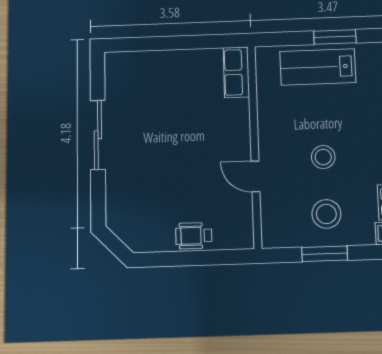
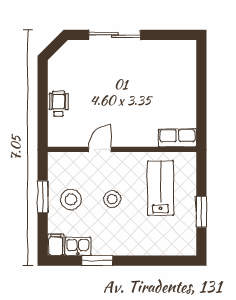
lab bench: (318, 67) -> (161, 188), moved
sliding door: (98, 135) -> (115, 35), moved

